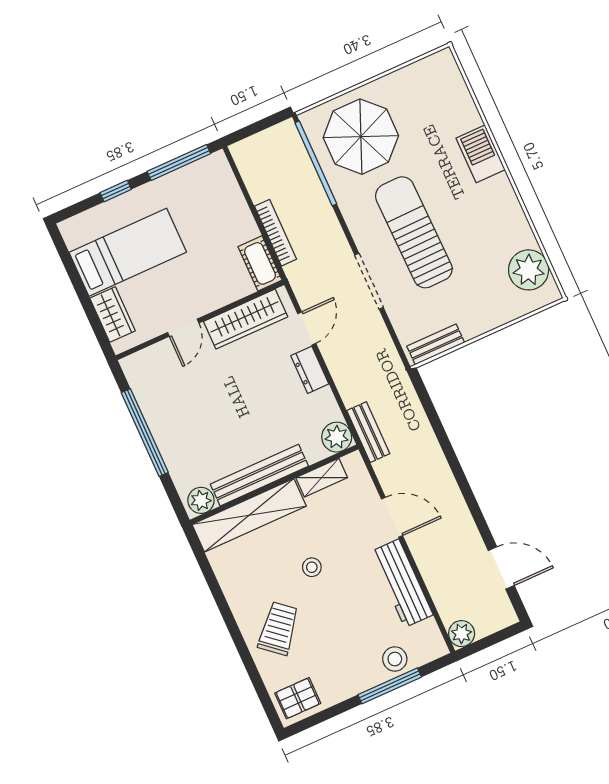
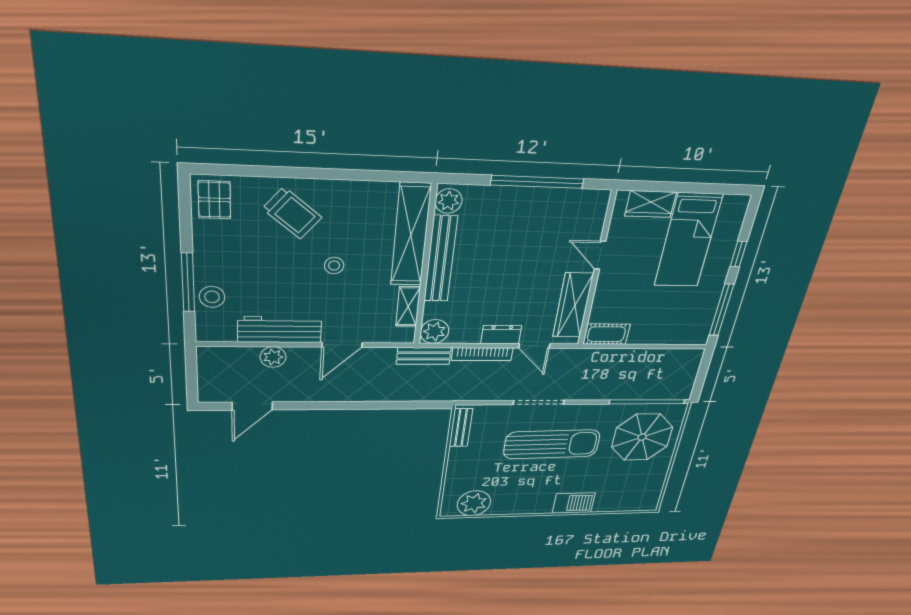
bookcase: (276, 233) -> (482, 354), moved
plant: (462, 634) -> (273, 357), moved

